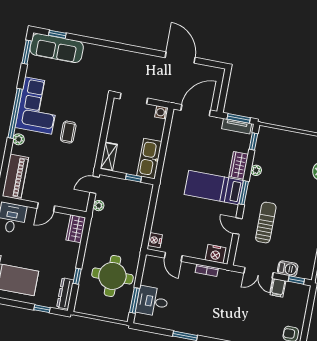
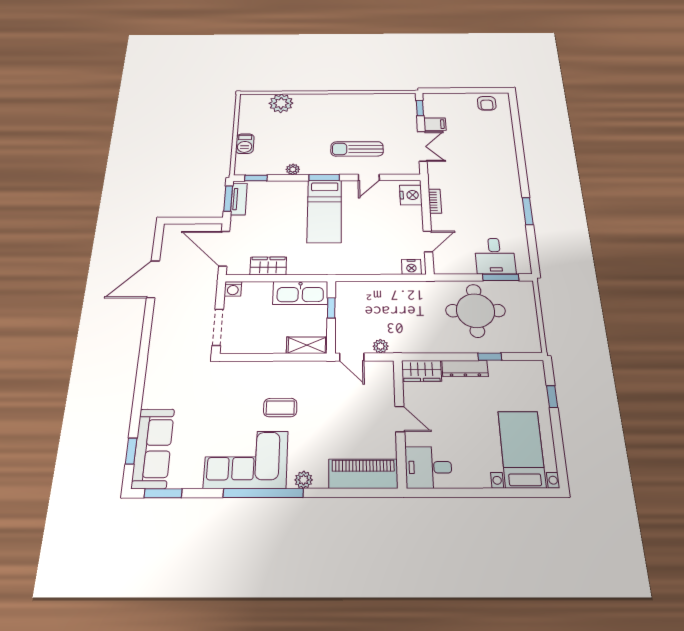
wardrobe: (239, 165) -> (268, 266), moved, turned 180
barbecue: (288, 269) -> (245, 144), moved, turned 180
dresser: (65, 294) -> (465, 368), moved

